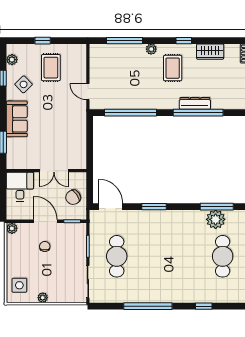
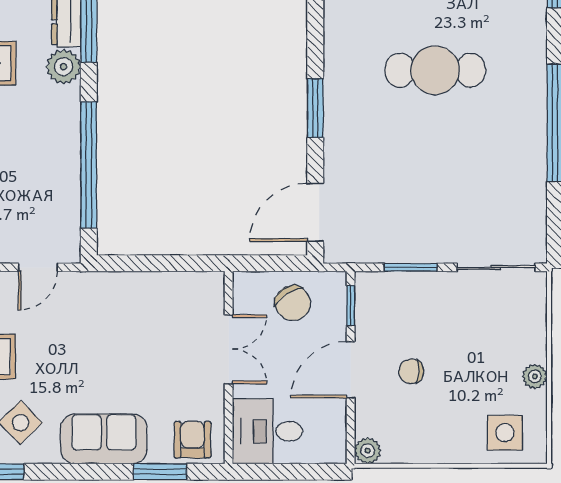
plant: (171, 102) -> (64, 67), added
armchair: (16, 156) -> (192, 440), added
cafe table: (117, 256) -> (435, 70), moved

